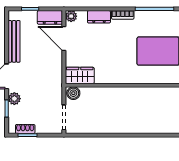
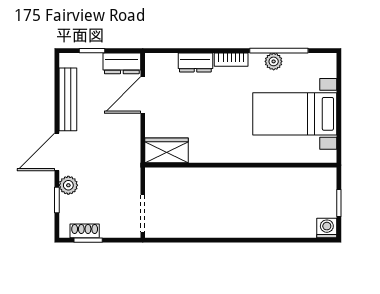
plant: (71, 16) -> (274, 61), moved
door: (64, 38) -> (143, 95), hinge flipped
boiler: (73, 93) -> (157, 177), removed

